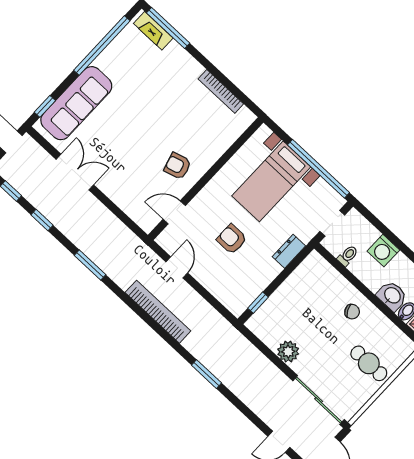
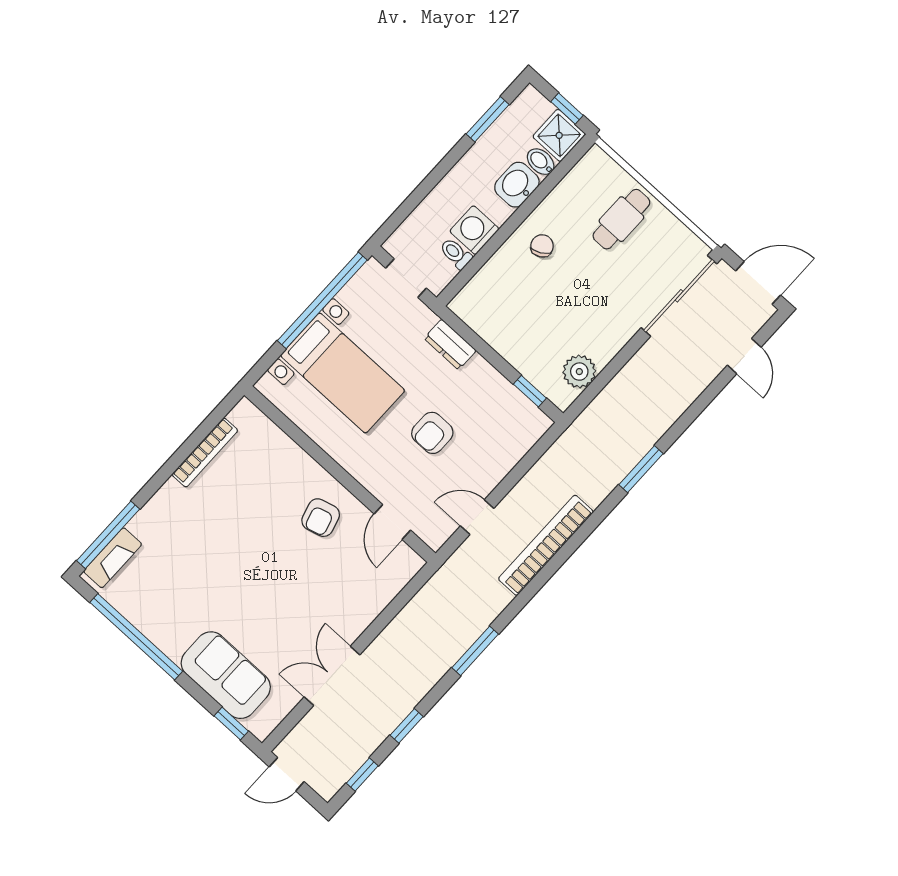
sofa: (76, 103) -> (226, 675), width x0.73
washing machine: (383, 251) -> (474, 230), moved, turned 180
plant: (288, 352) -> (579, 372), moved

